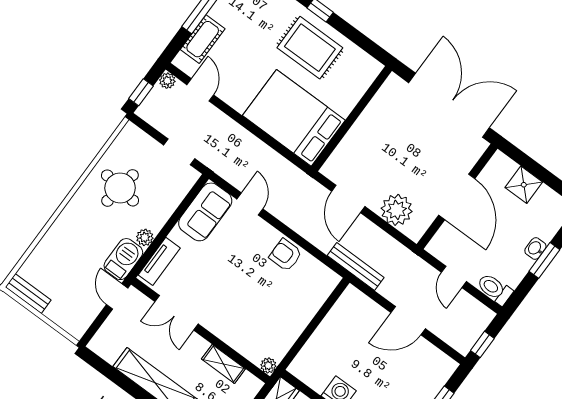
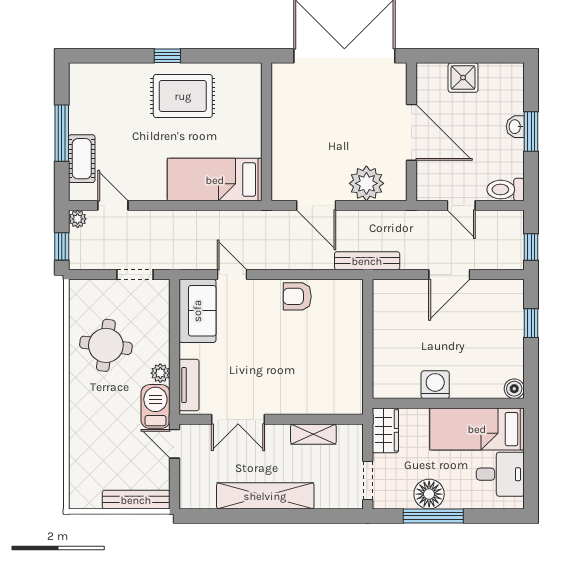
bed: (294, 118) -> (215, 180), width x0.67
bench: (28, 294) -> (136, 500), moved, width x1.36
plant: (268, 365) -> (354, 406), removed

